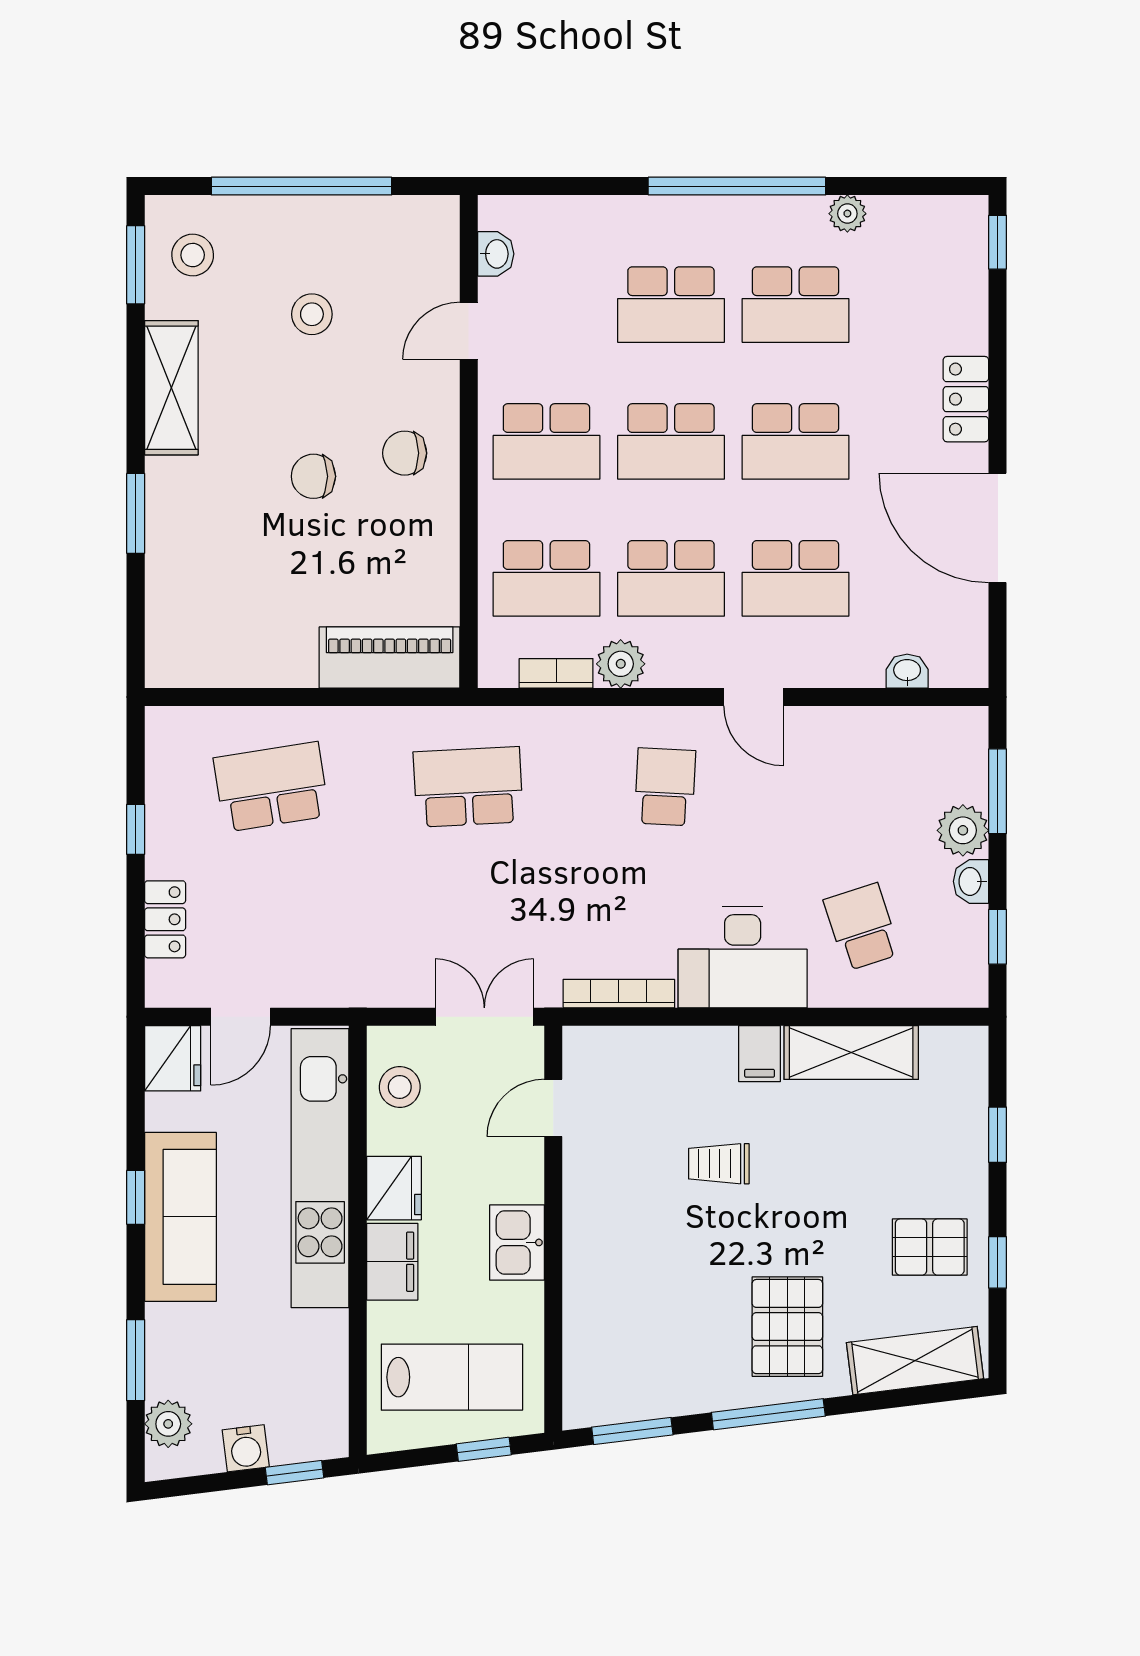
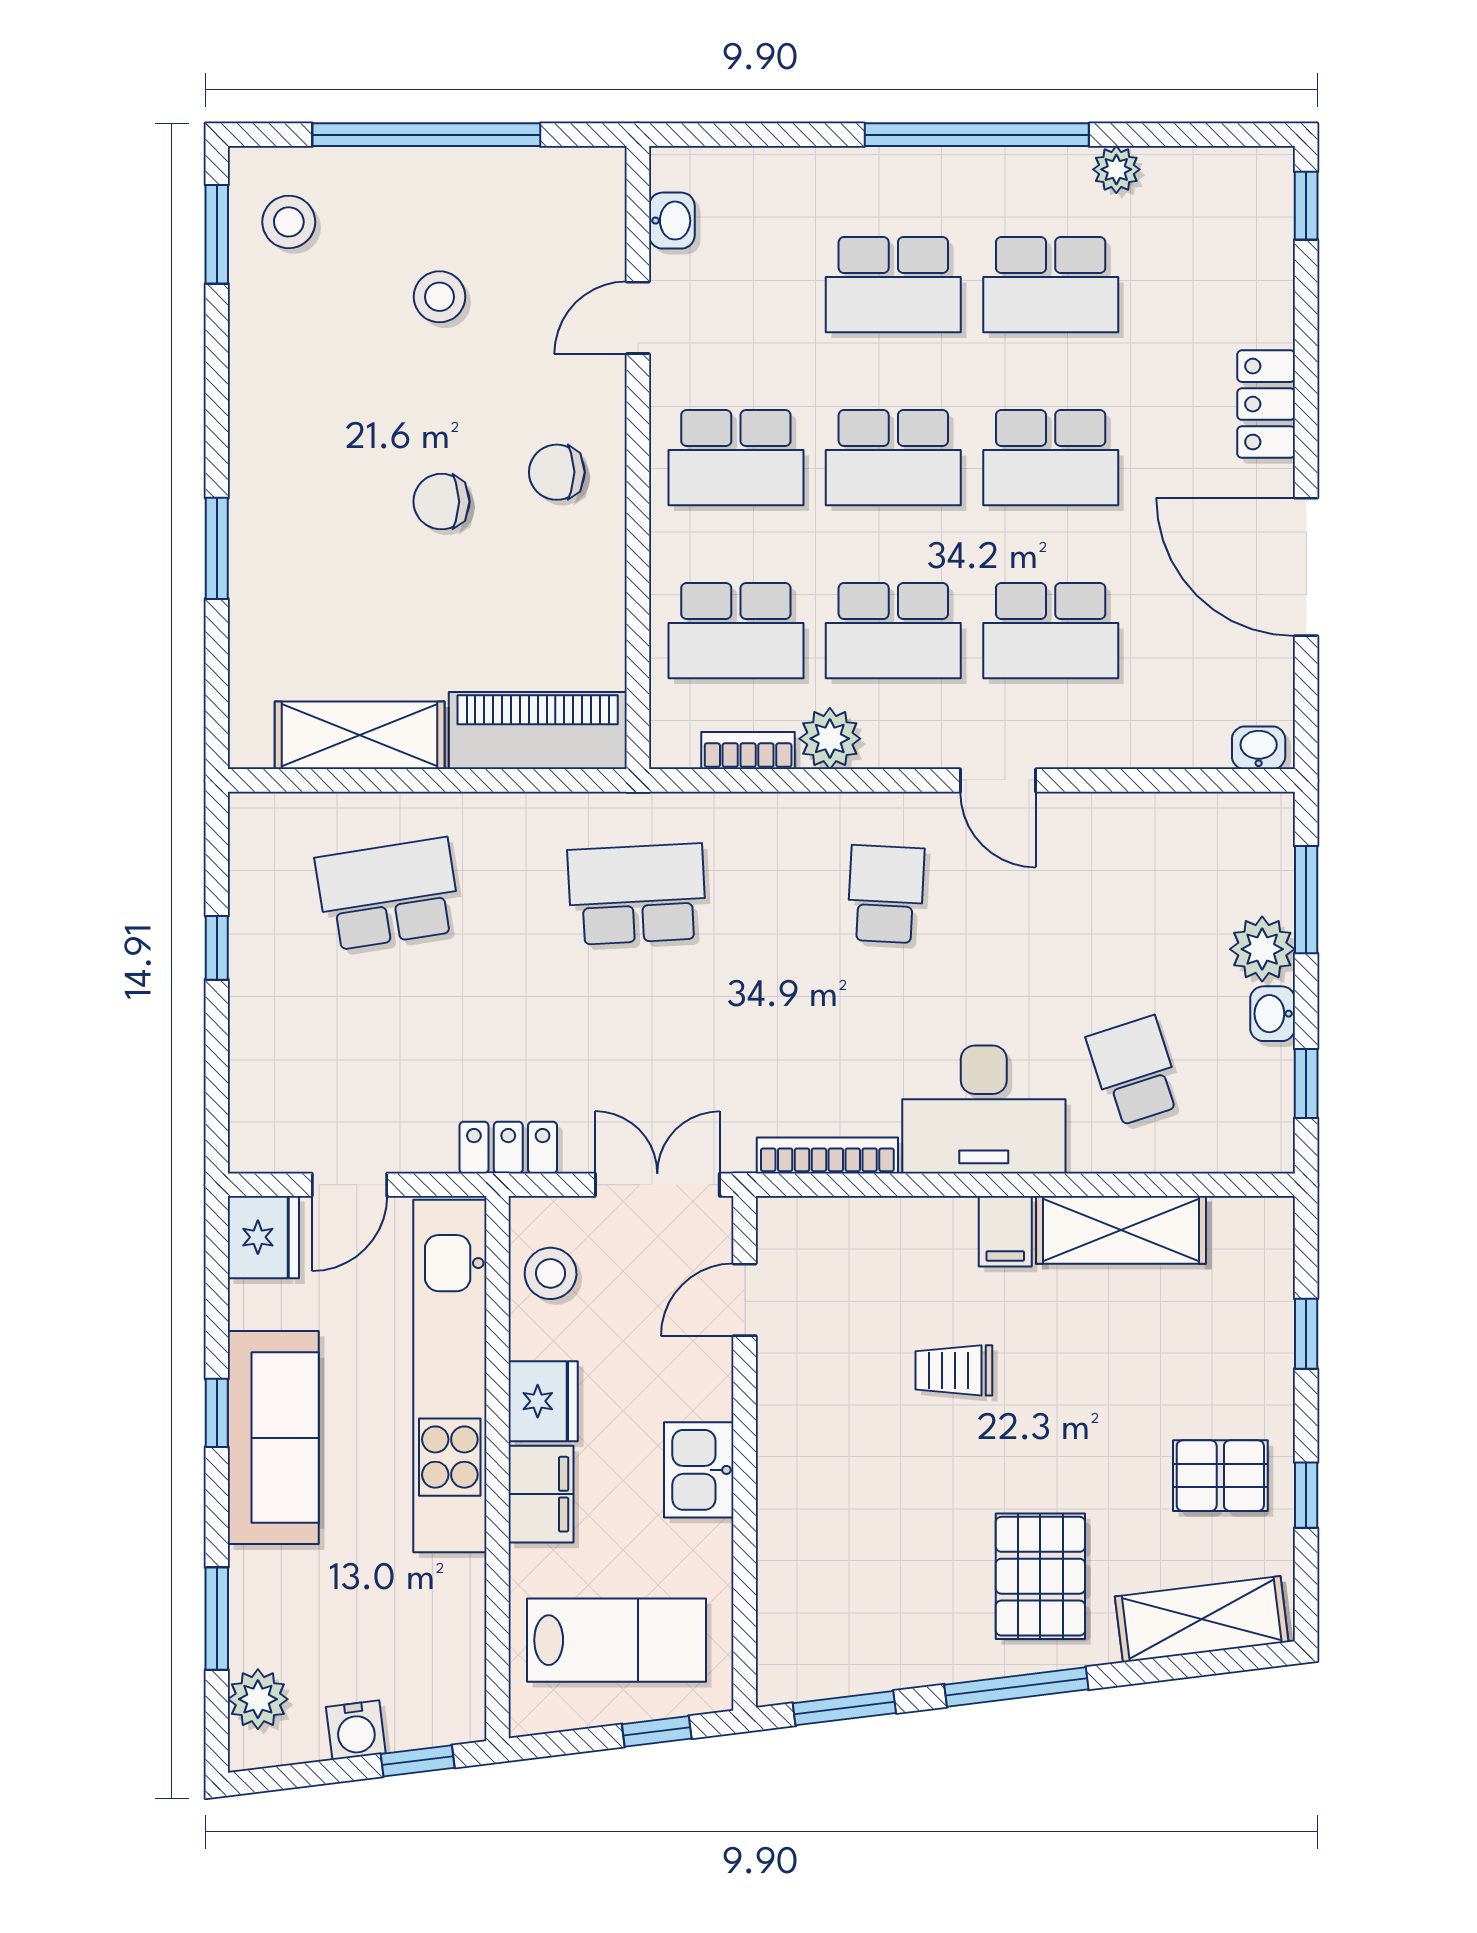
shelving: (171, 388) -> (360, 735), moved, turned 90
washbasin: (907, 671) -> (1259, 748), moved
locker: (165, 919) -> (508, 1148), moved, turned -90

